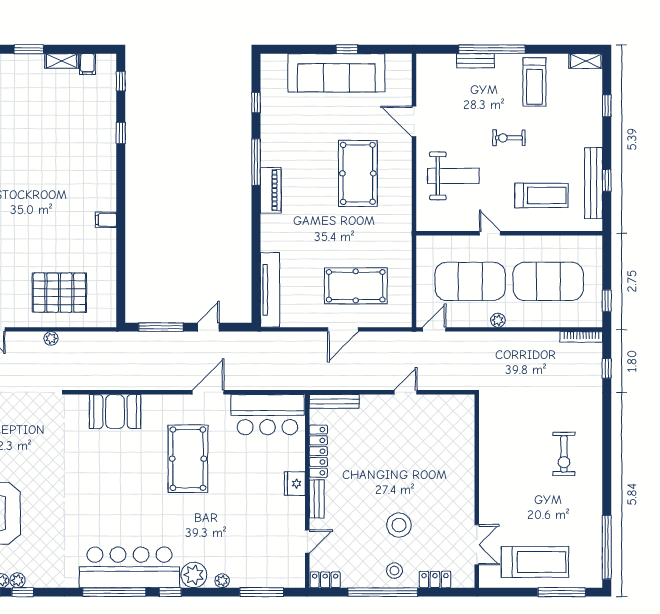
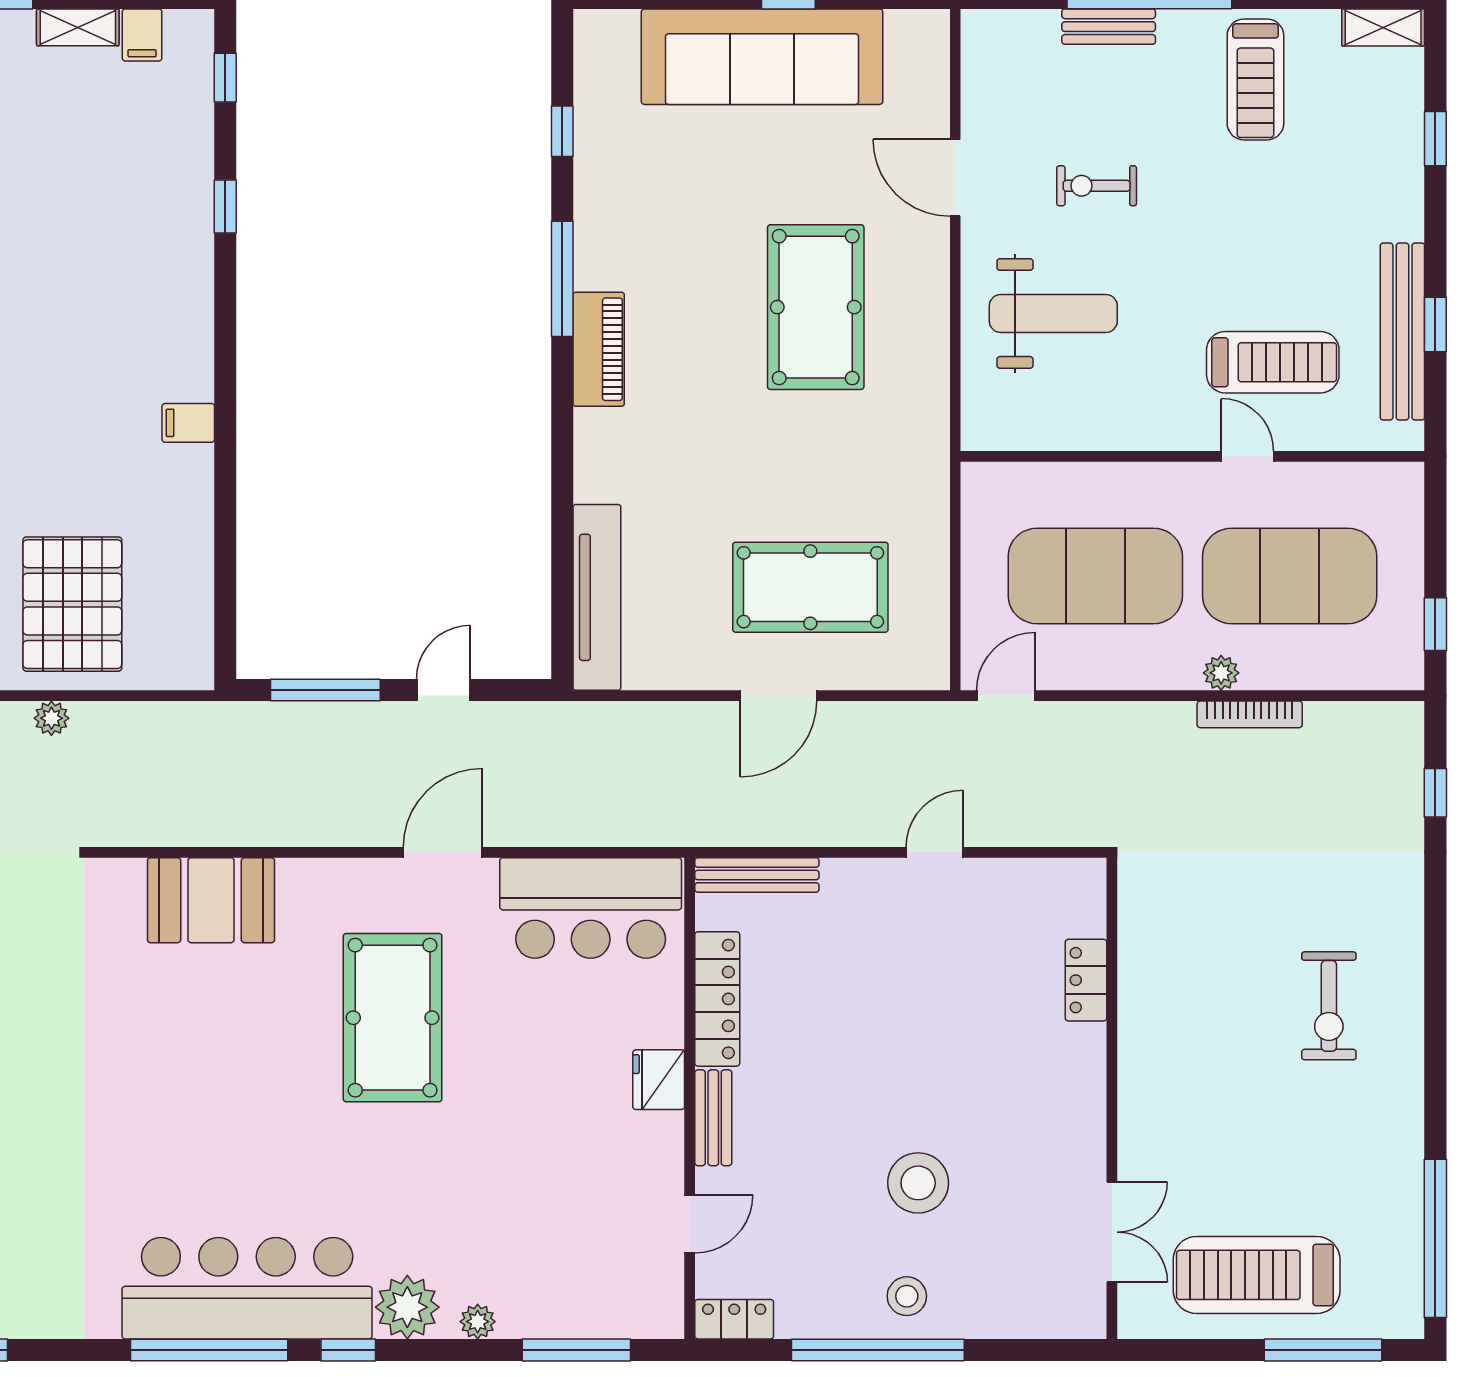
exercise bike: (509, 138) -> (1097, 186), moved
door: (490, 233) -> (1247, 456), moved
pallet: (59, 293) -> (72, 604), turned 90
plant: (498, 320) -> (1221, 673), moved
bookcase: (581, 337) -> (1250, 714), moved
treadmill: (535, 562) -> (1257, 1275), turned 180
locker: (435, 579) -> (1086, 980), moved, turned -90

